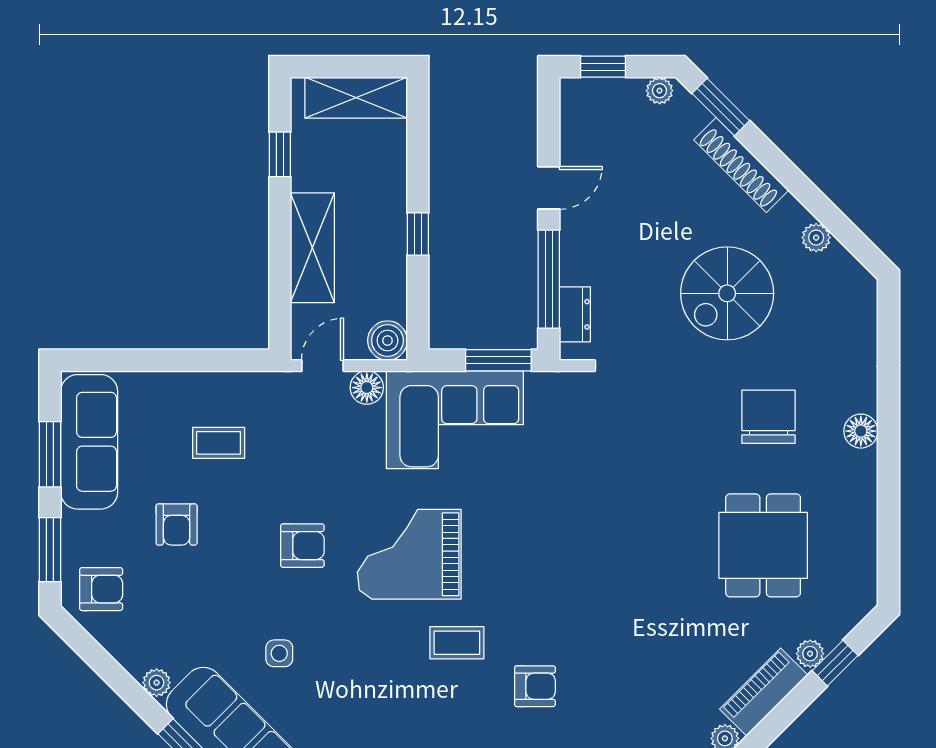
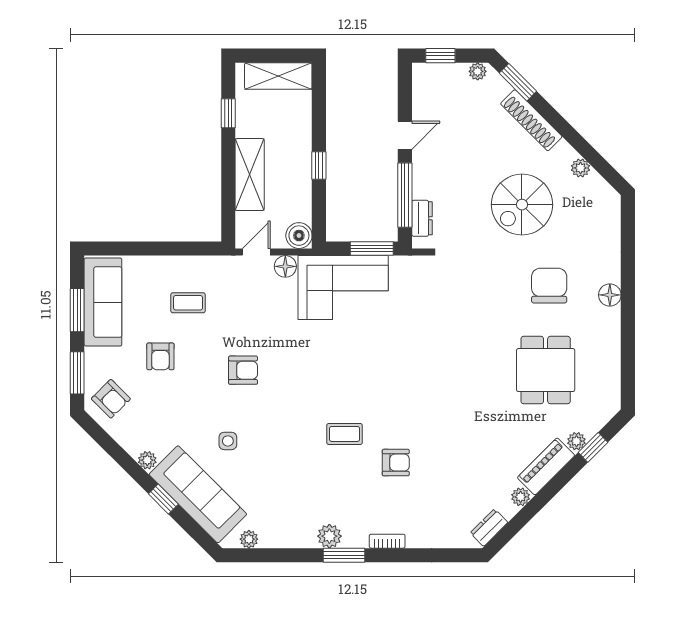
grand piano: (409, 554) -> (313, 376), removed
armchair: (101, 589) -> (111, 399), turned 45

